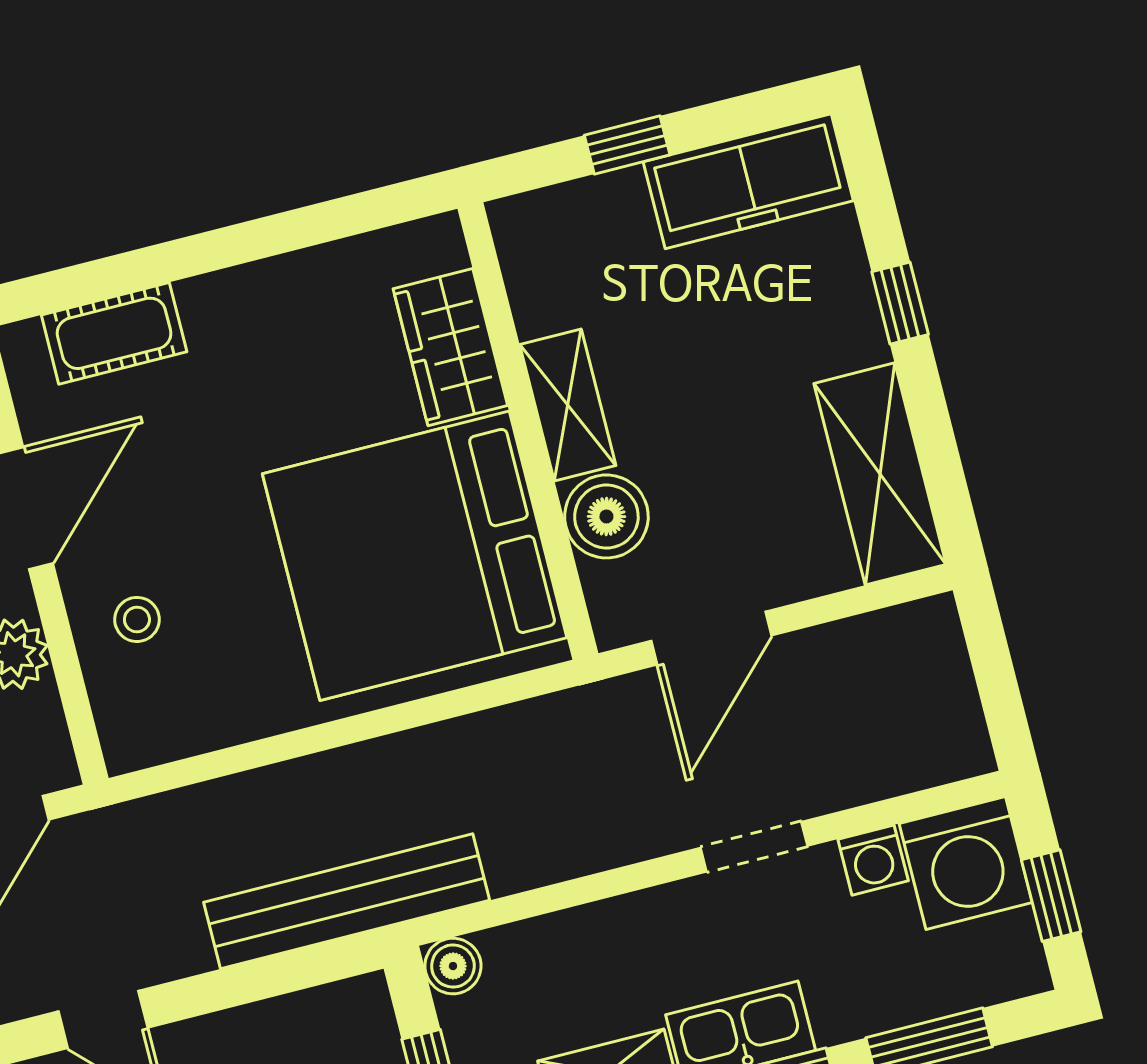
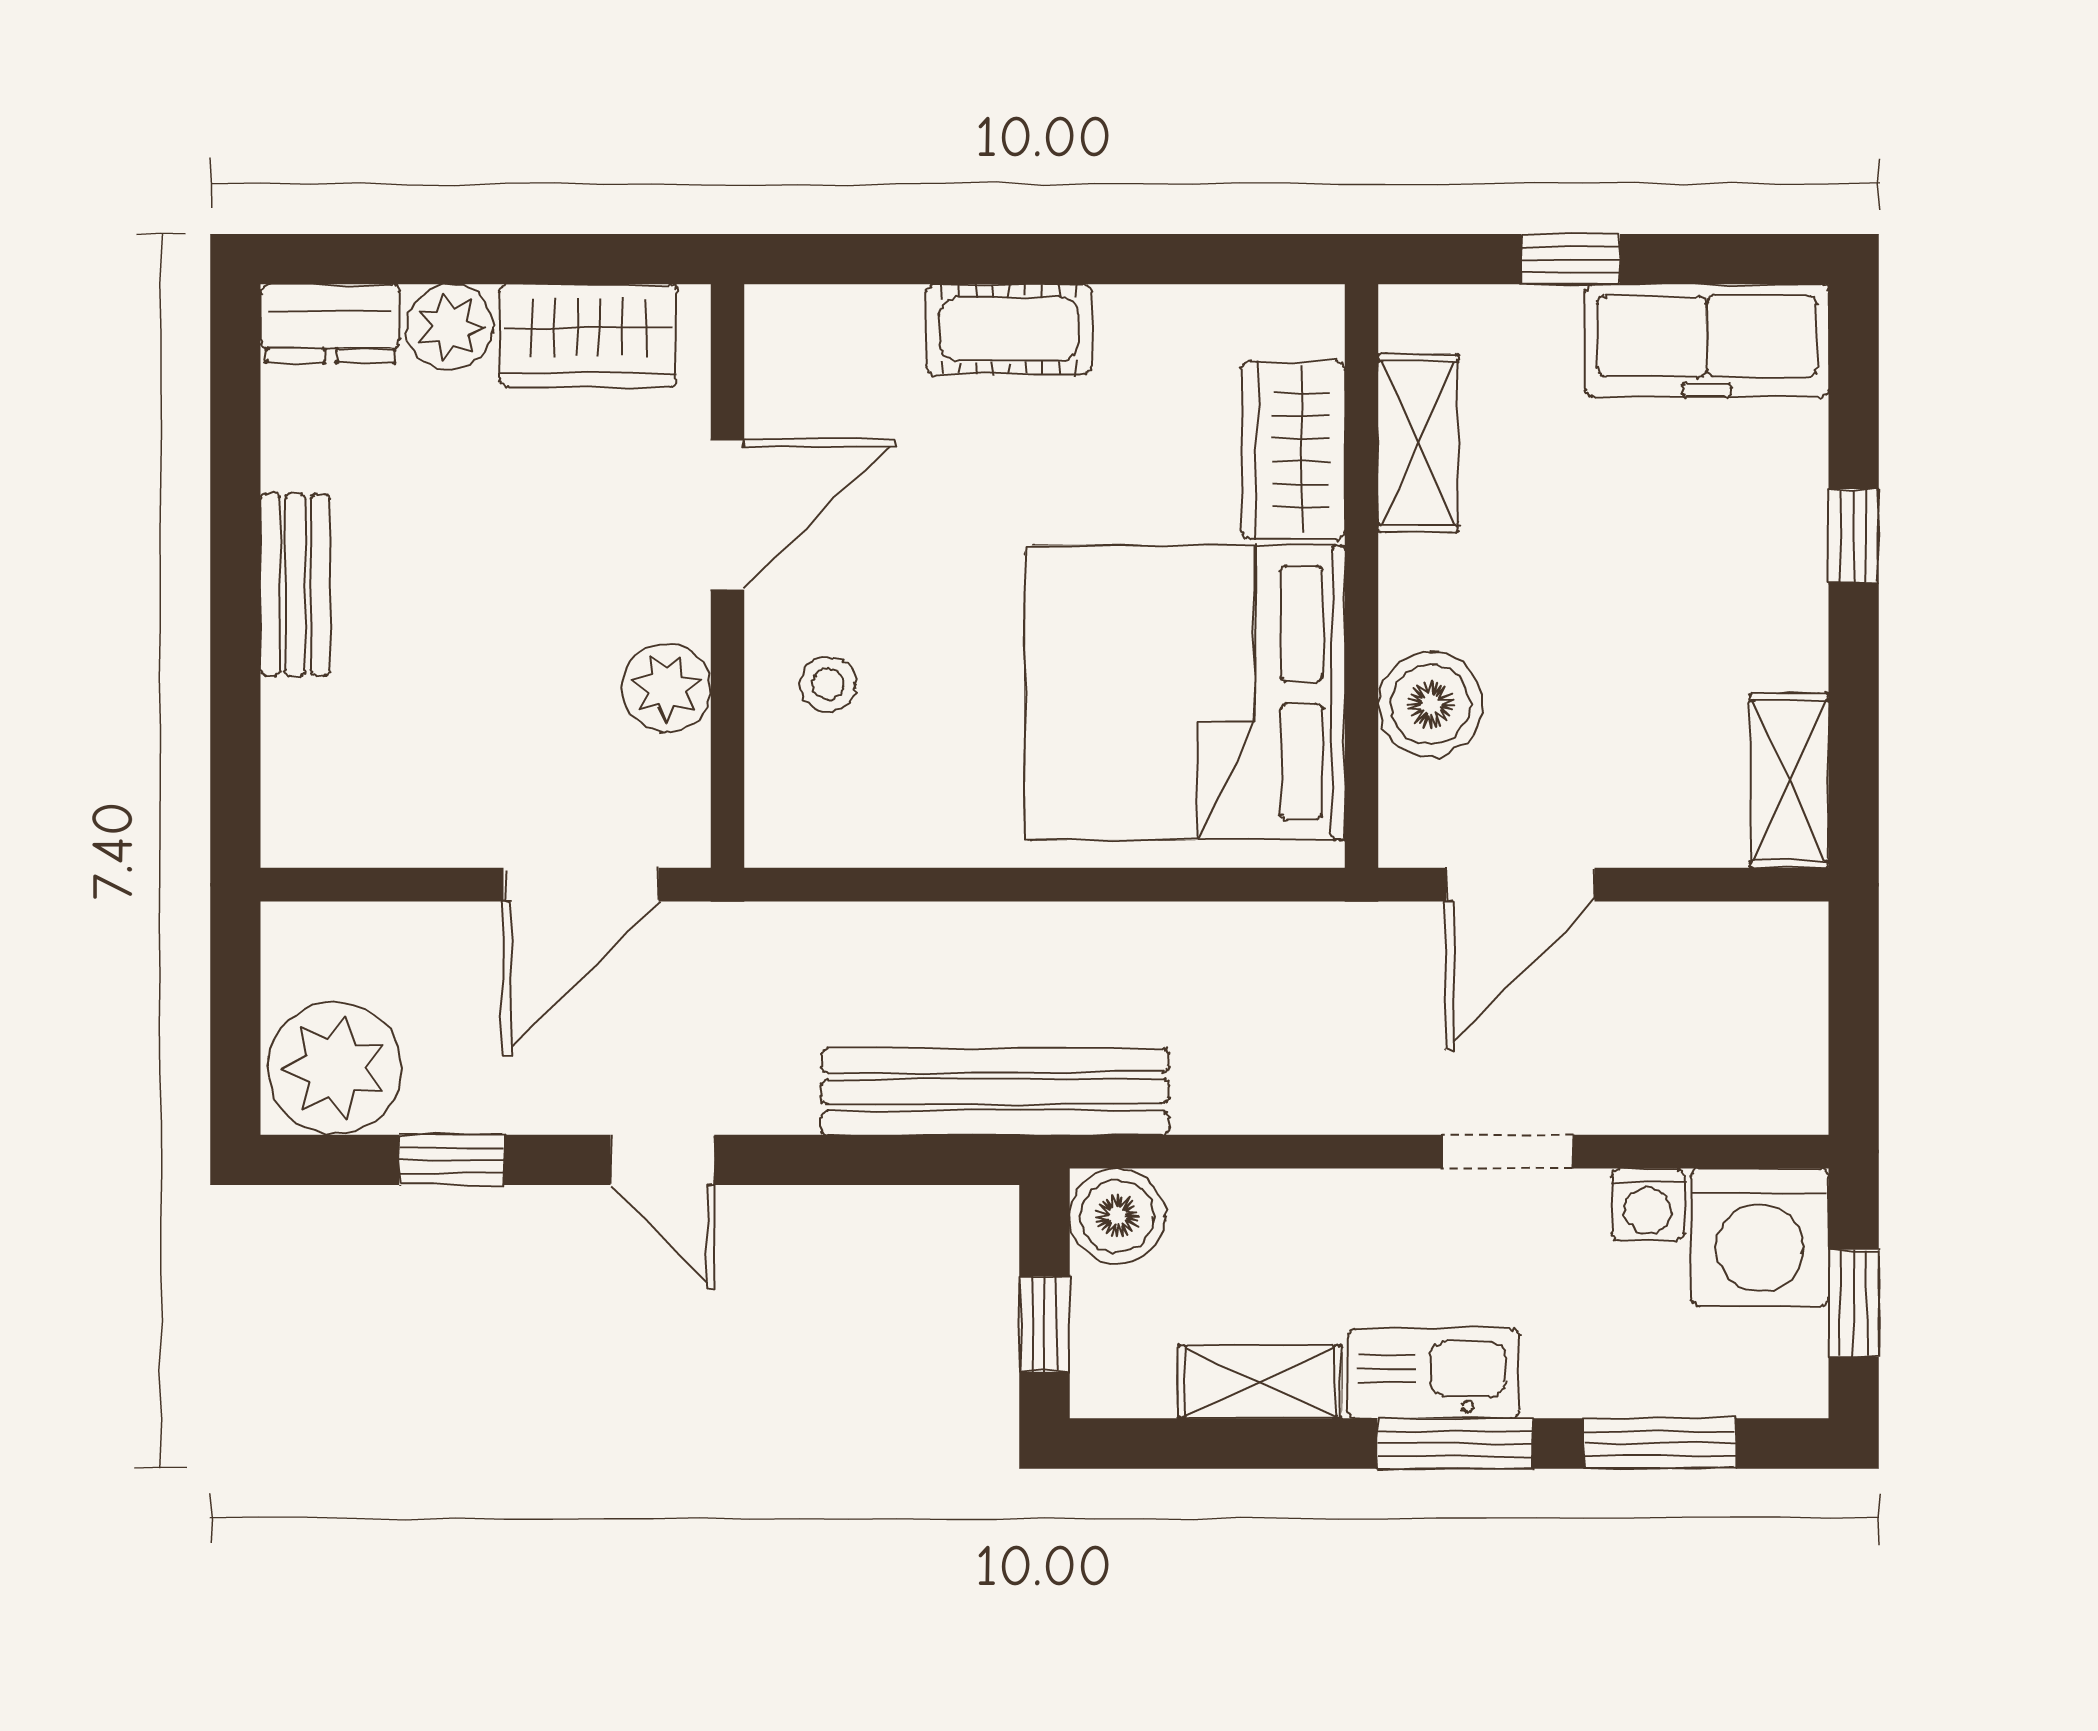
cot: (114, 333) -> (1009, 329), moved
shelving: (568, 405) -> (1418, 443), moved
shelving: (880, 474) -> (1789, 781), width x0.67, depth x0.75
boiler: (453, 966) -> (1117, 1216), width x1.36, depth x1.36

